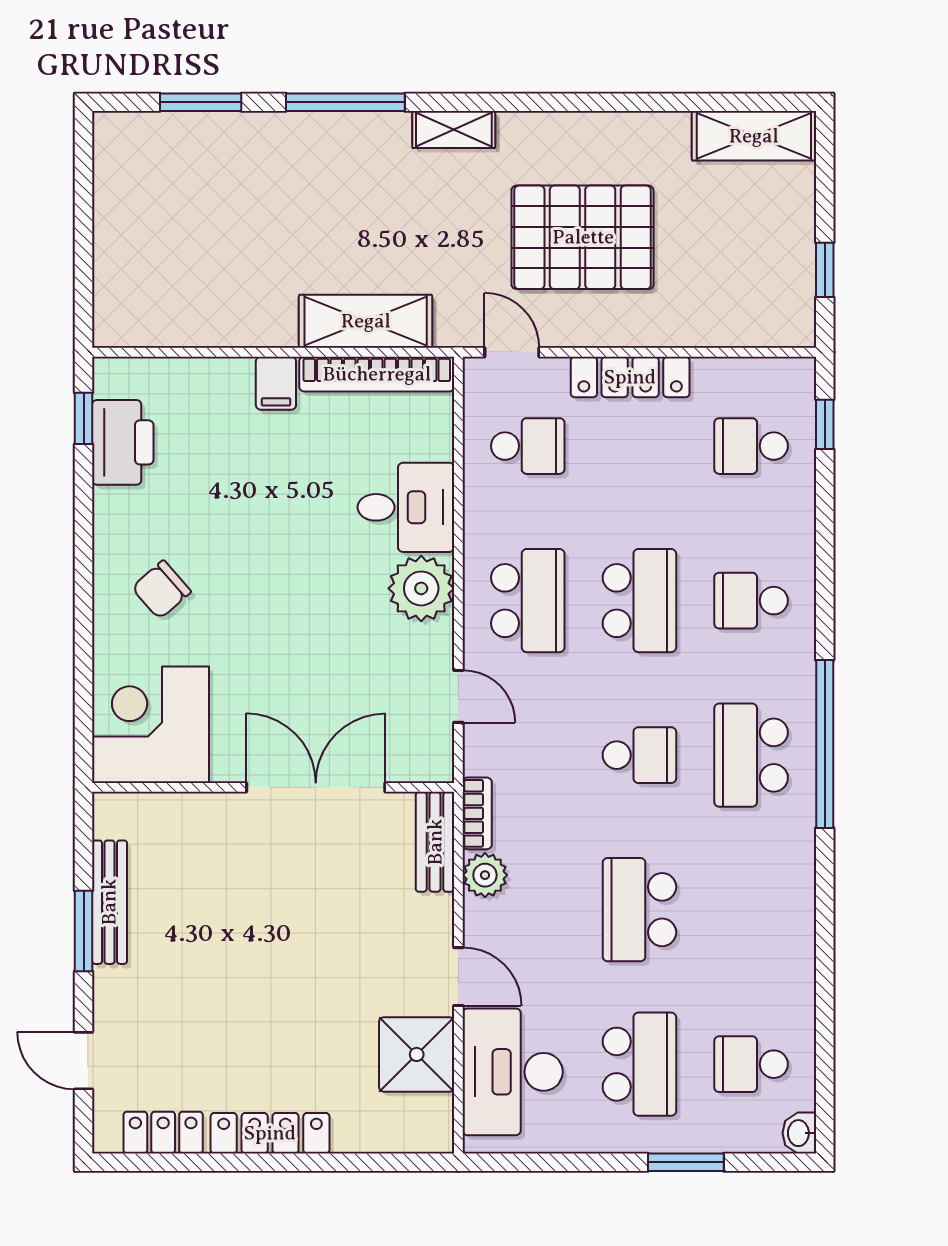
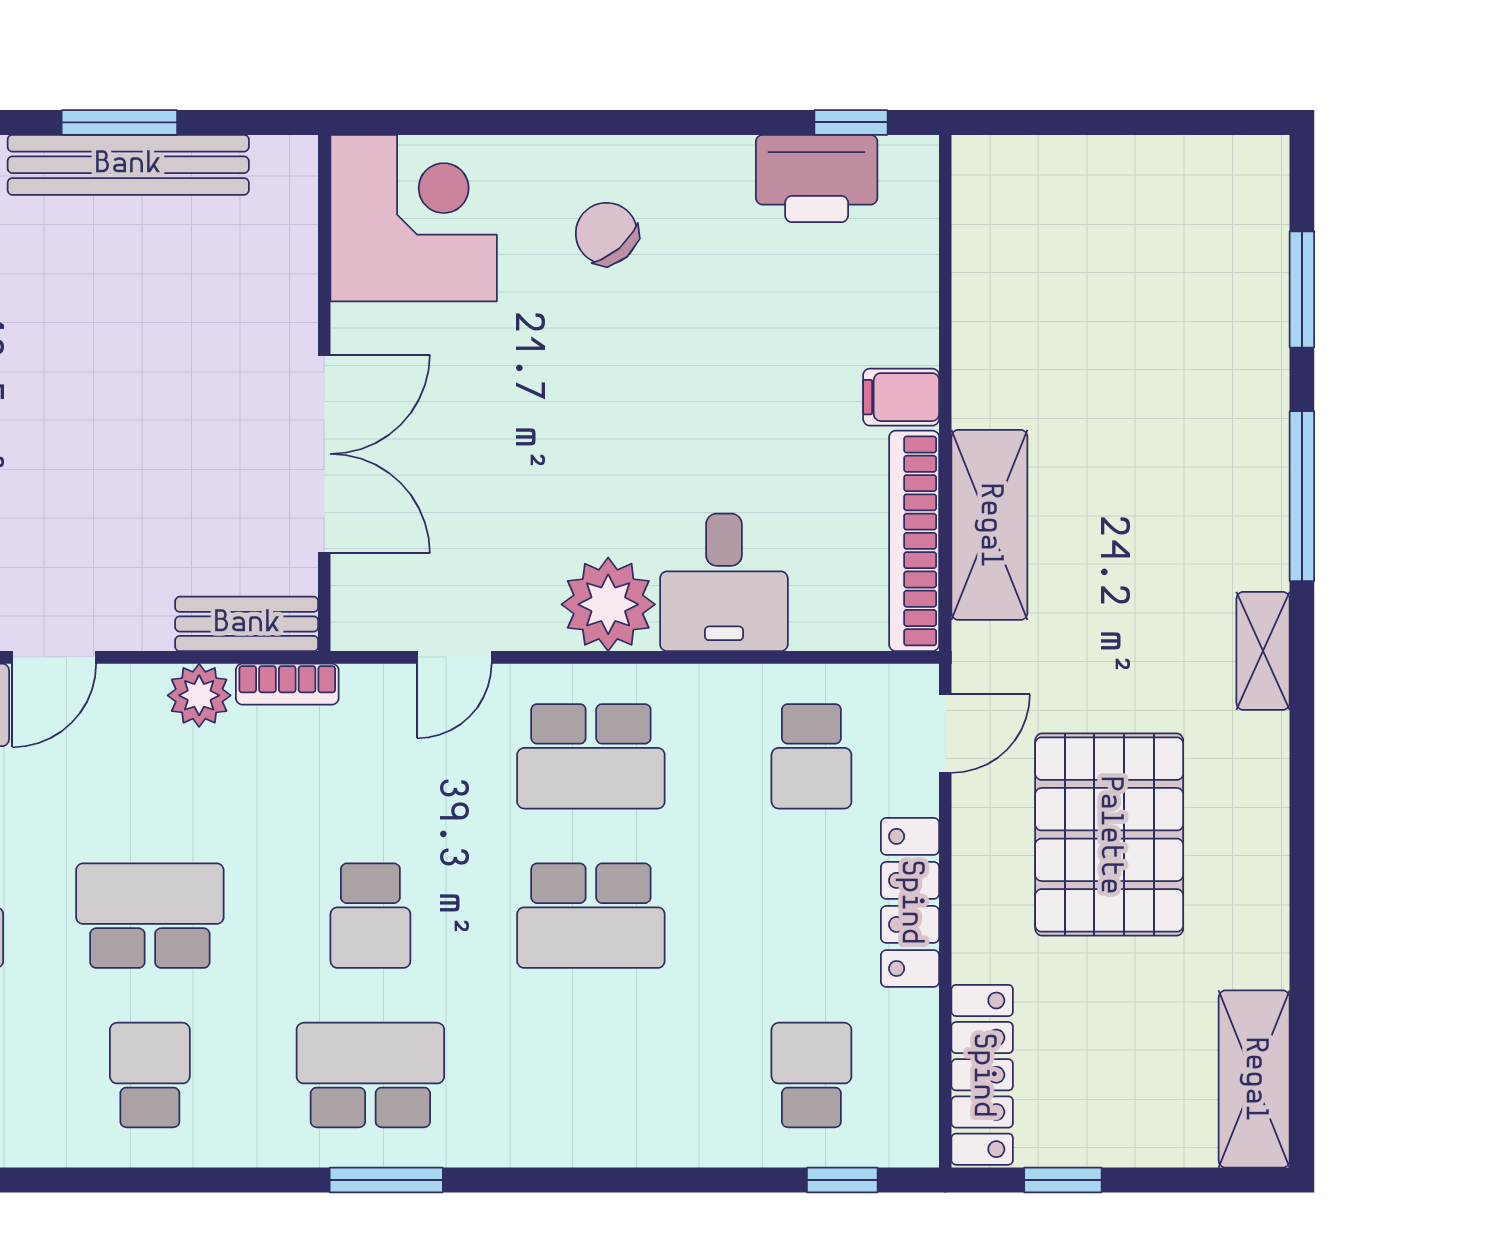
locker: (751, 326) -> (982, 1075), added
school desk: (751, 601) -> (150, 1075), moved
window: (825, 744) -> (386, 1180), width x0.47
bench: (109, 902) -> (128, 165), width x1.37, depth x1.21

